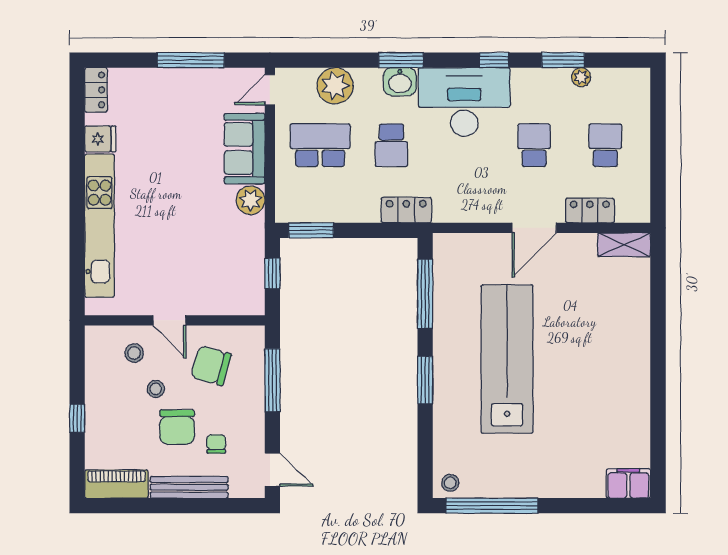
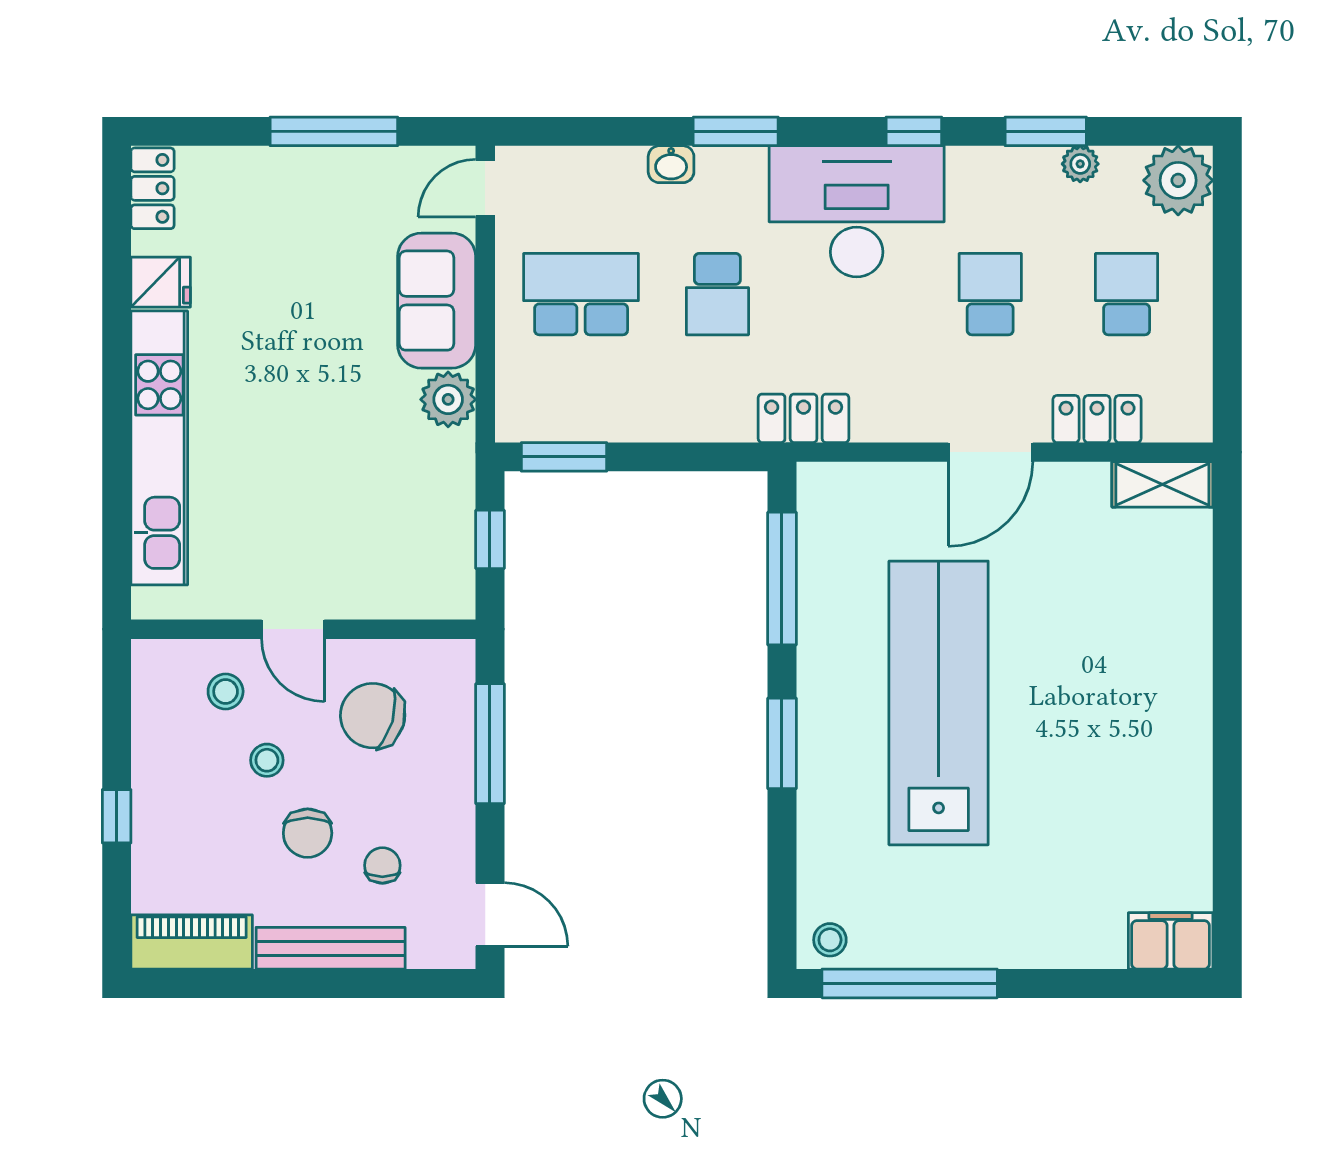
washbasin: (400, 82) -> (671, 164), moved, width x0.72, depth x0.69
plant: (335, 86) -> (1178, 180), moved
locker: (406, 210) -> (804, 418), moved
chair: (177, 427) -> (308, 833), width x0.73, depth x0.73

